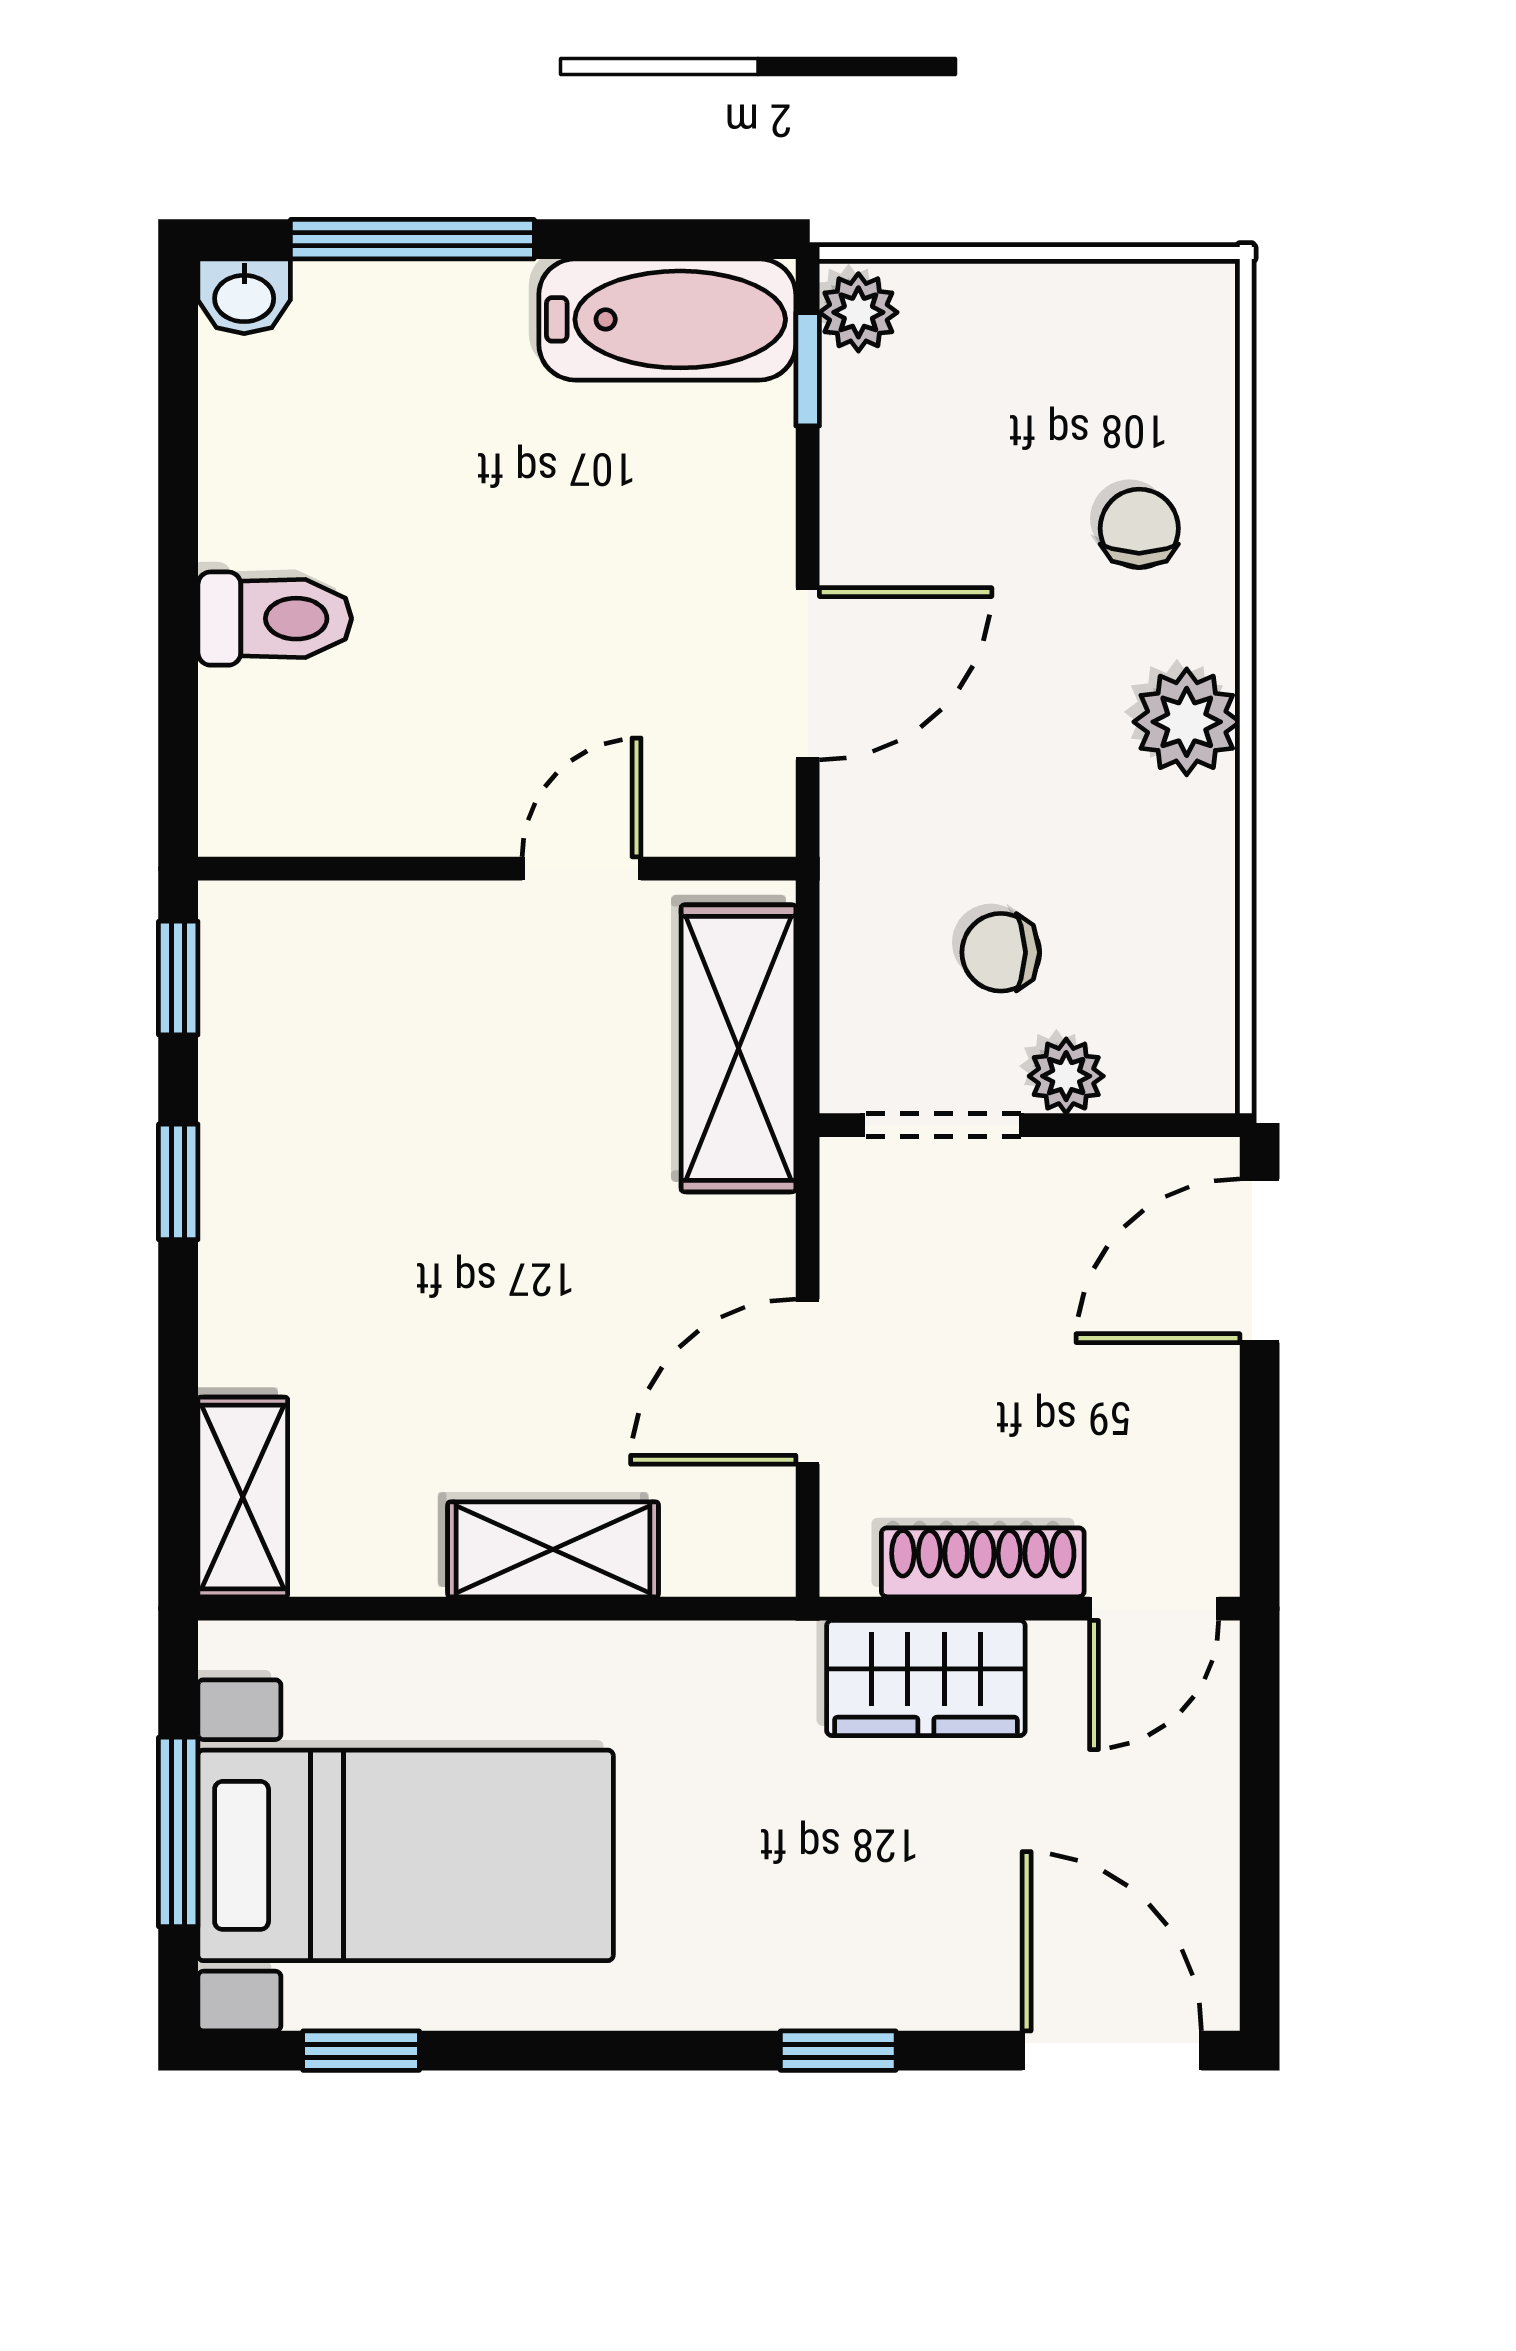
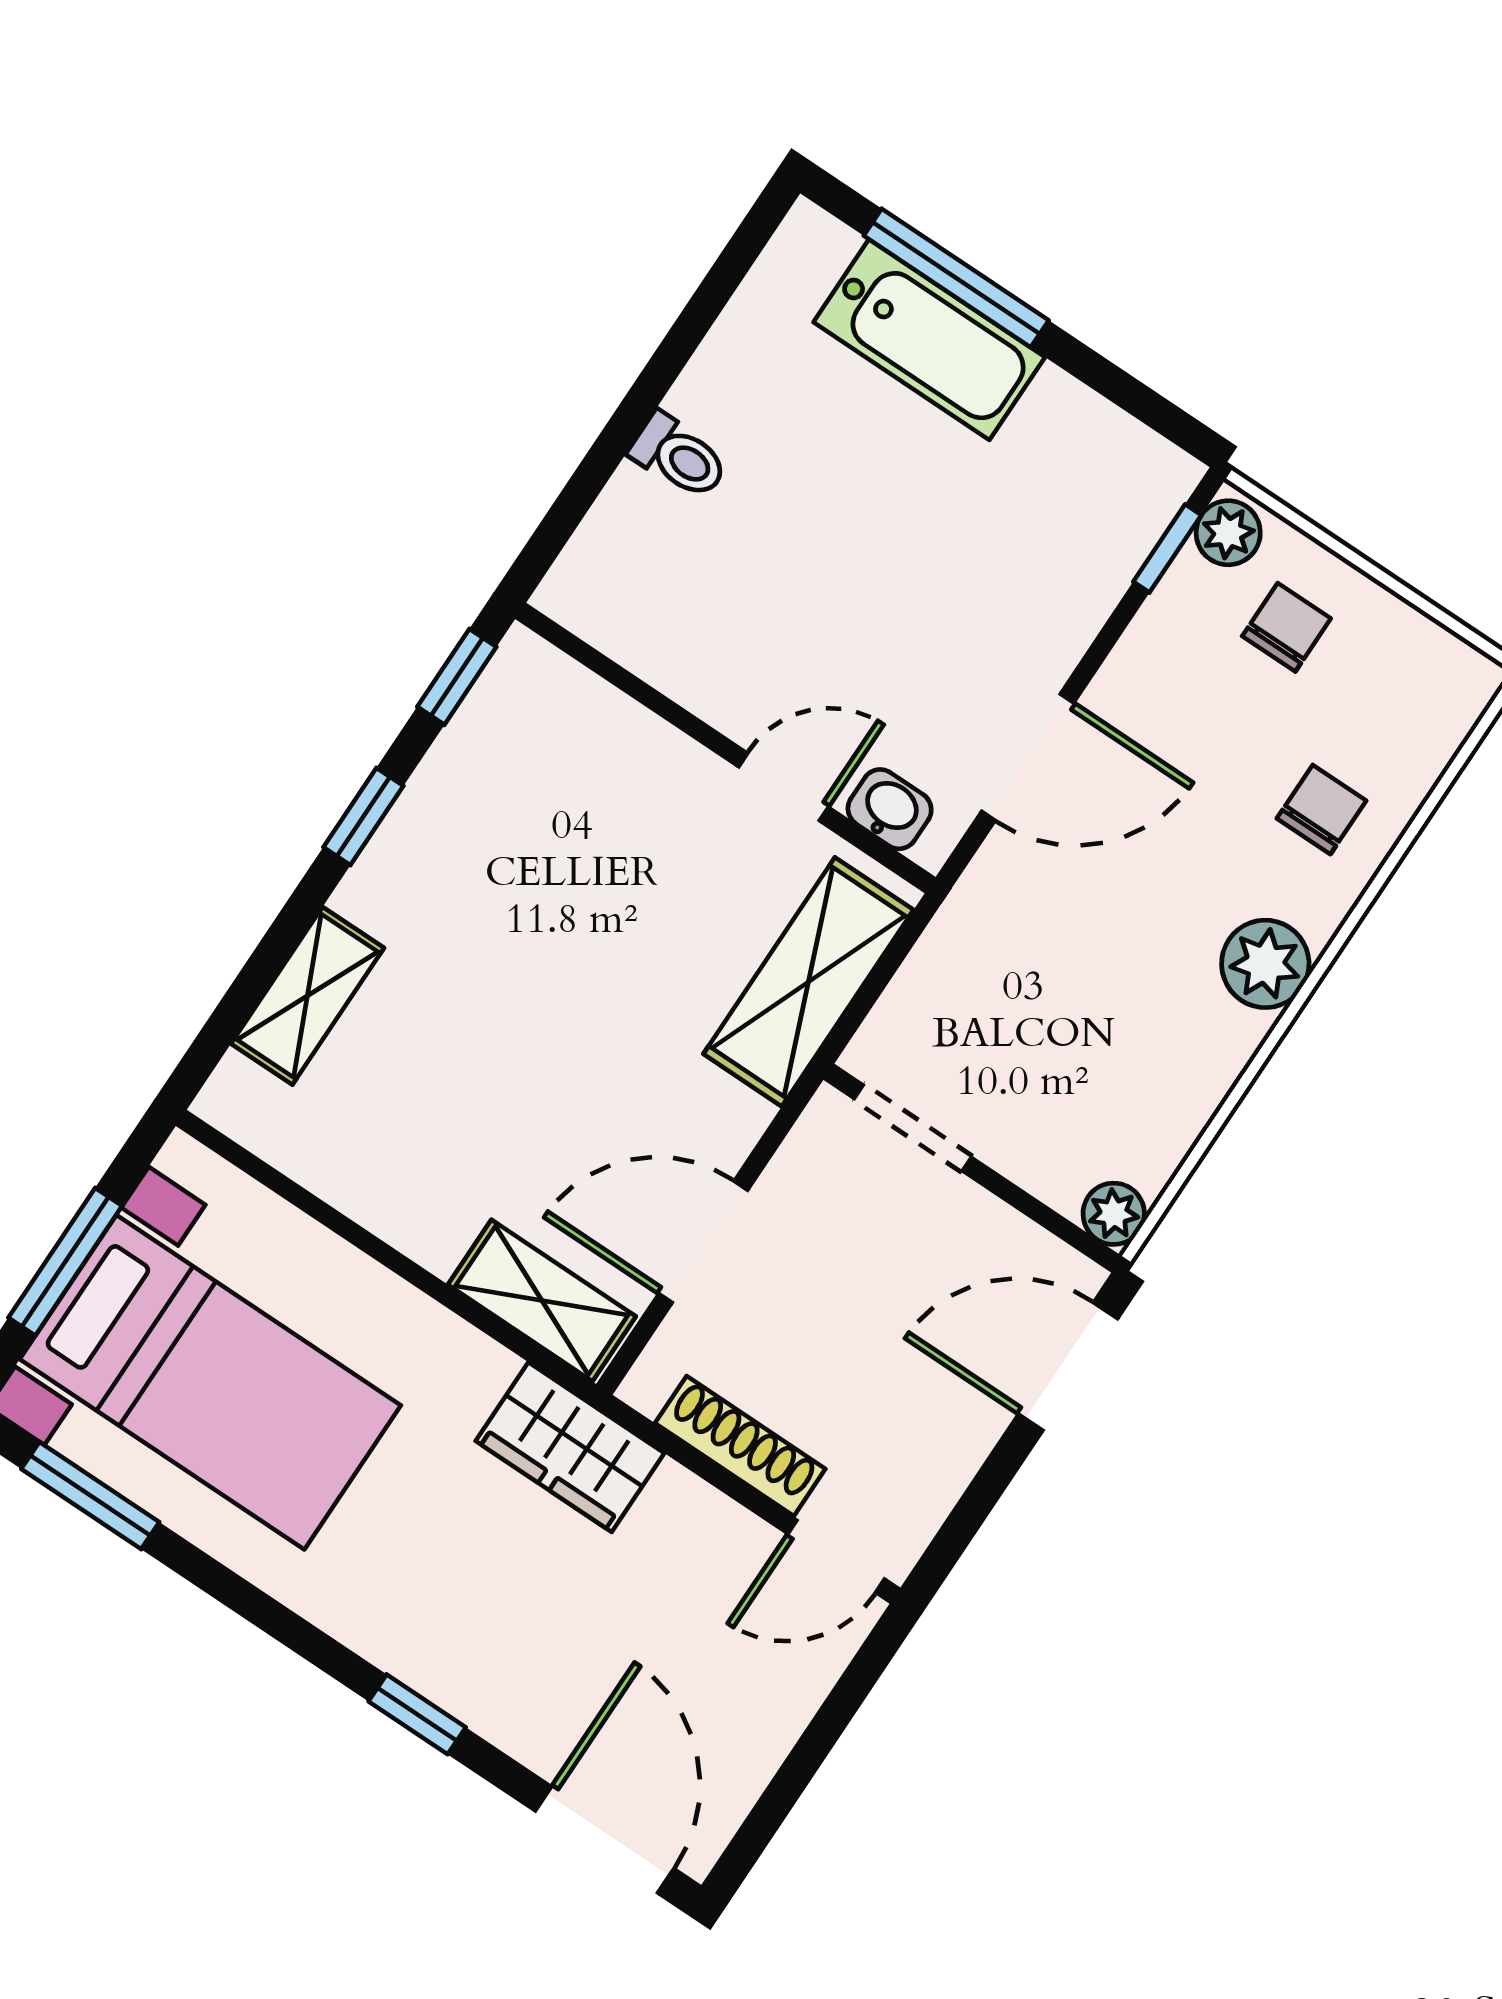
washbasin: (244, 296) -> (890, 809), moved, turned 180
bathtub: (667, 319) -> (929, 340), moved
toilet: (275, 619) -> (679, 456), width x0.73, depth x0.72
chair: (1001, 952) -> (1286, 627), moved, turned 90
plant: (1066, 1076) -> (1114, 1214), moved
shelving: (243, 1497) -> (307, 996), moved
shelving: (553, 1549) -> (542, 1301), moved
wardrobe: (926, 1678) -> (570, 1447), moved
window: (361, 2051) -> (90, 1495), width x1.50

